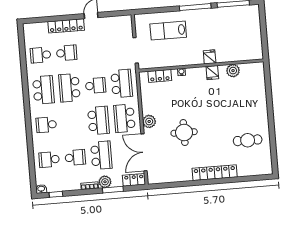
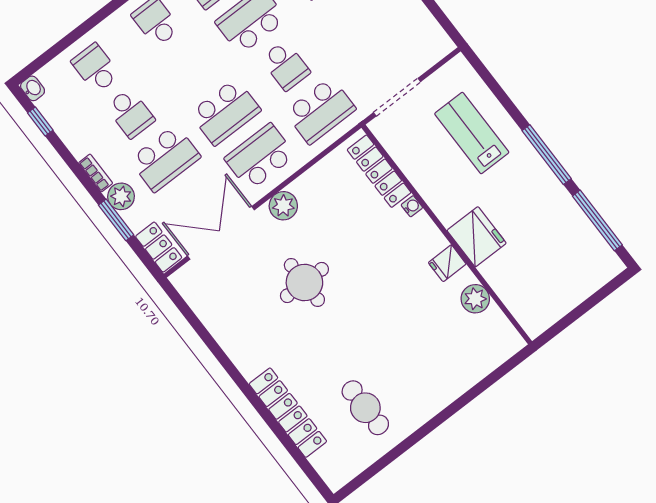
fridge: (210, 57) -> (477, 237), width x1.88, depth x1.34
locker: (160, 76) -> (379, 171), width x1.53
locker: (215, 173) -> (288, 413), moved

